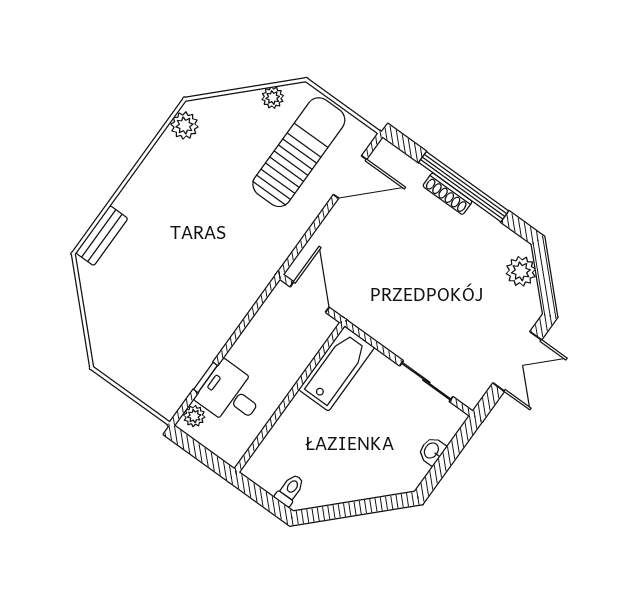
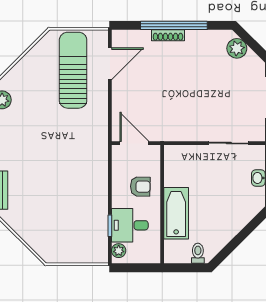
plant: (273, 98) -> (38, 51), removed
armchair: (278, 356) -> (140, 187), added
bathtub: (337, 369) -> (176, 213), moved

